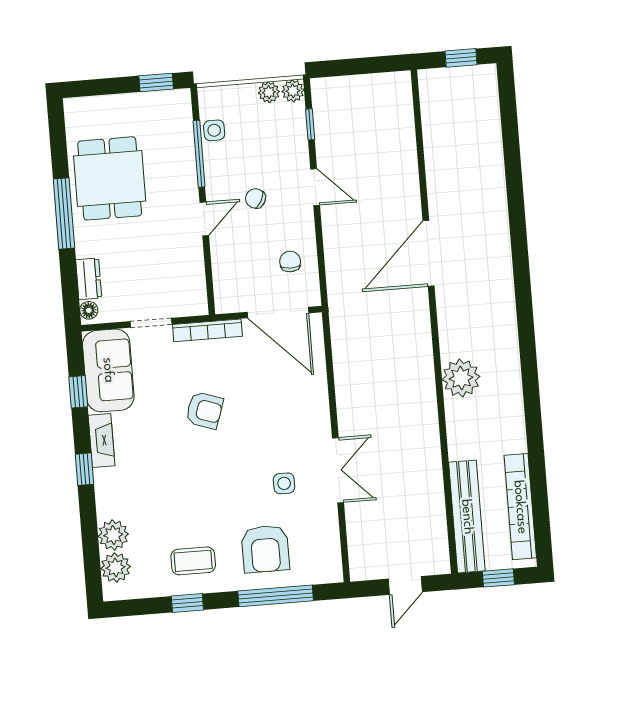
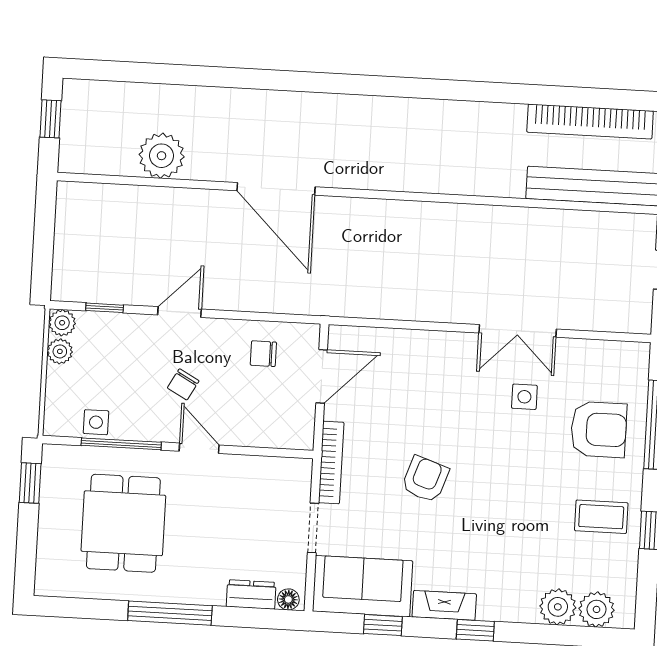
dining table: (110, 178) -> (123, 523), moved, turned 90
door: (278, 313) -> (322, 376), width x0.73
plant: (461, 378) -> (162, 156), moved
double door: (338, 470) -> (518, 331), swing flipped
coffee table: (193, 561) -> (601, 517), turned 90

